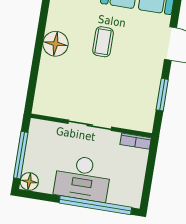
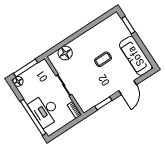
floor lamp: (56, 44) -> (65, 53), moved
desk: (83, 178) -> (45, 111), moved

